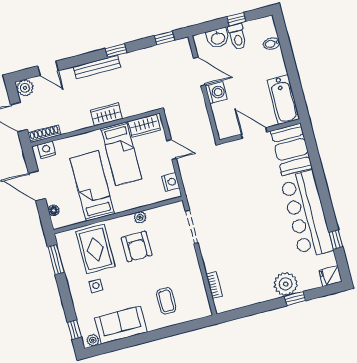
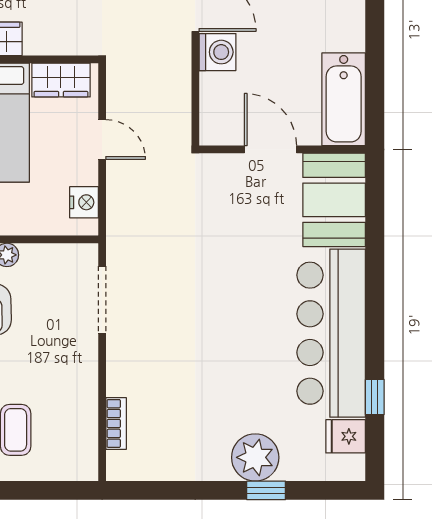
fridge: (330, 276) -> (346, 436), moved

